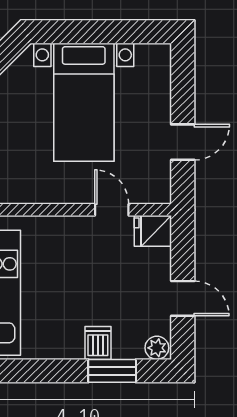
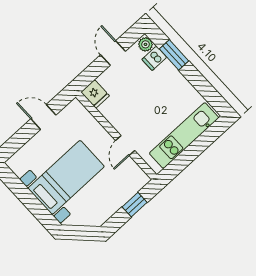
door: (112, 210) -> (125, 146), moved
dishwasher: (98, 343) -> (154, 58), moved

